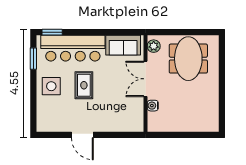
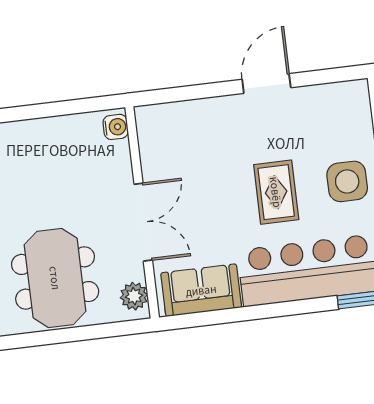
water cooler: (153, 106) -> (116, 127), moved
door: (82, 135) -> (266, 83), hinge flipped

